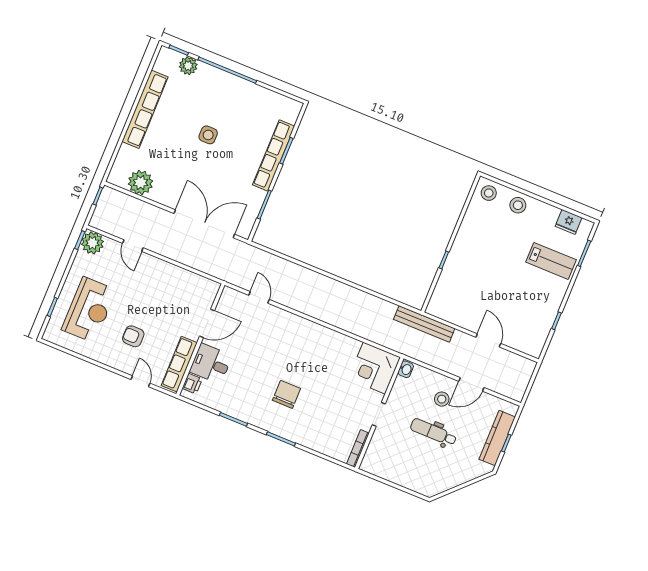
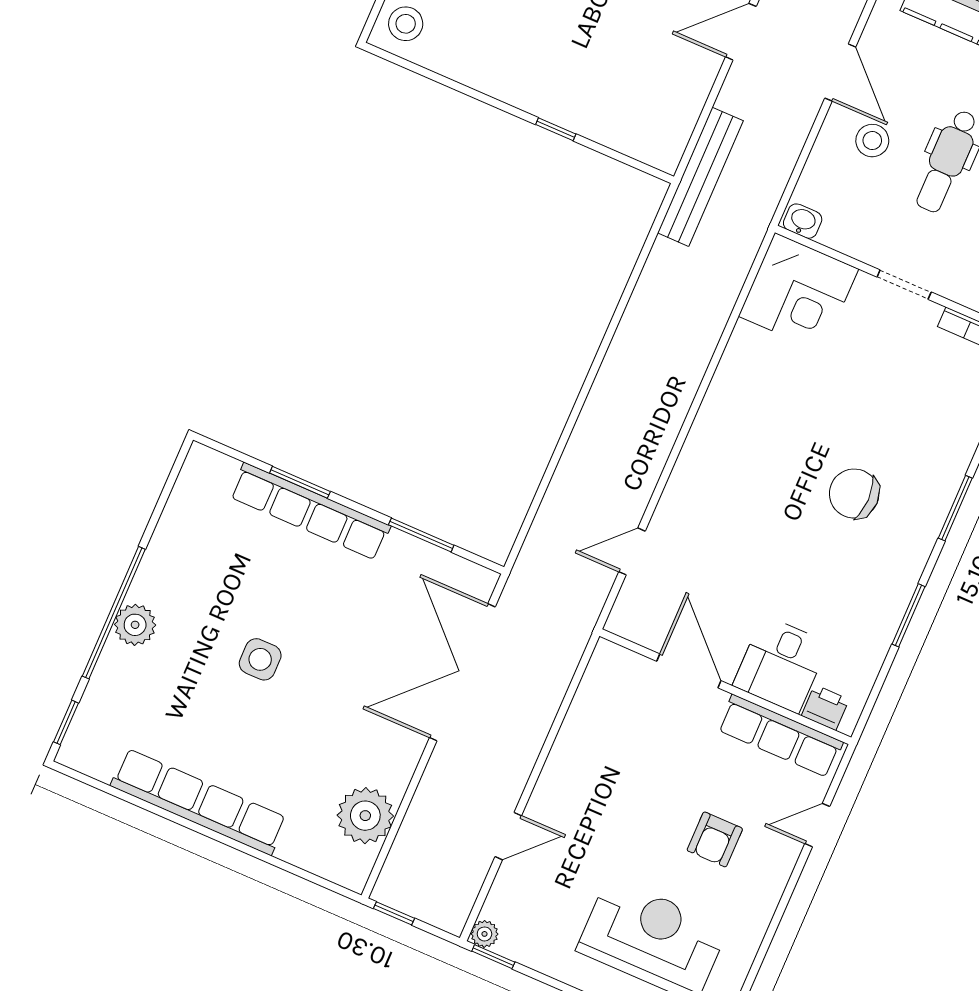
plant: (188, 66) -> (135, 625), moved
plant: (92, 243) -> (484, 934), width x0.53, depth x0.53

